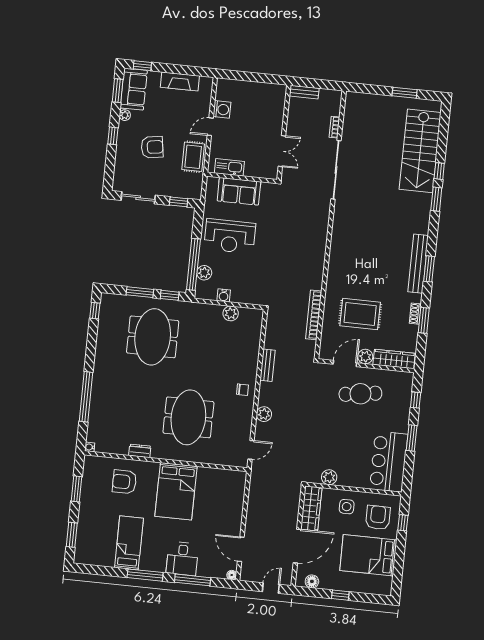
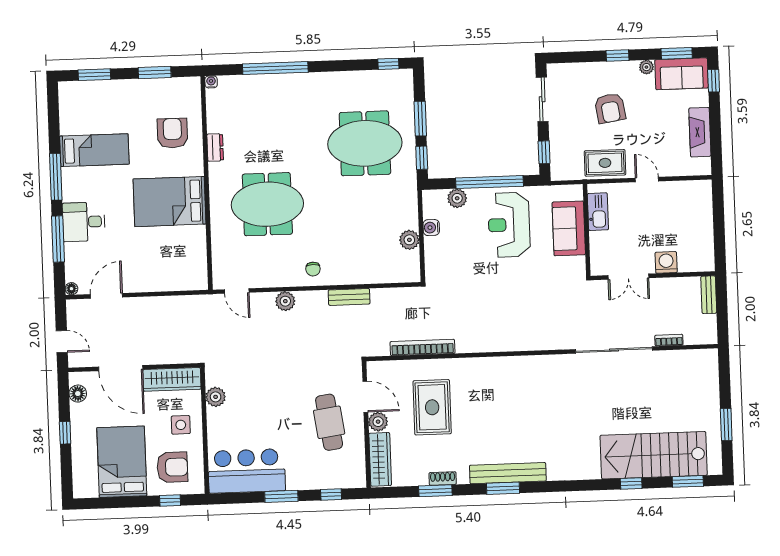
washing machine: (222, 109) -> (666, 262), moved, turned 180
window: (436, 199) -> (688, 481), moved
window: (193, 264) -> (489, 182), moved

